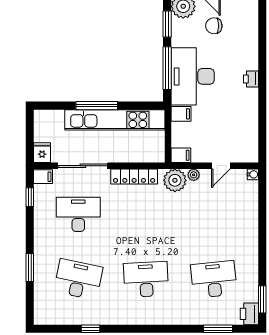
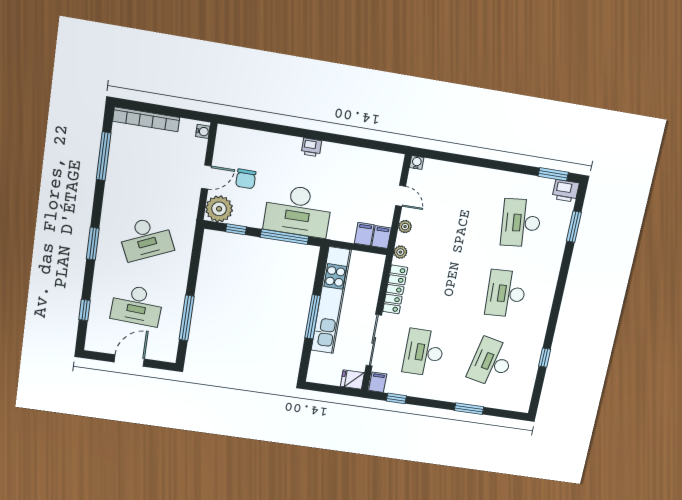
window: (167, 24) -> (236, 229), width x0.67
filing cabinet: (181, 114) -> (364, 234), moved
plant: (175, 180) -> (400, 252), width x0.53, depth x0.53

